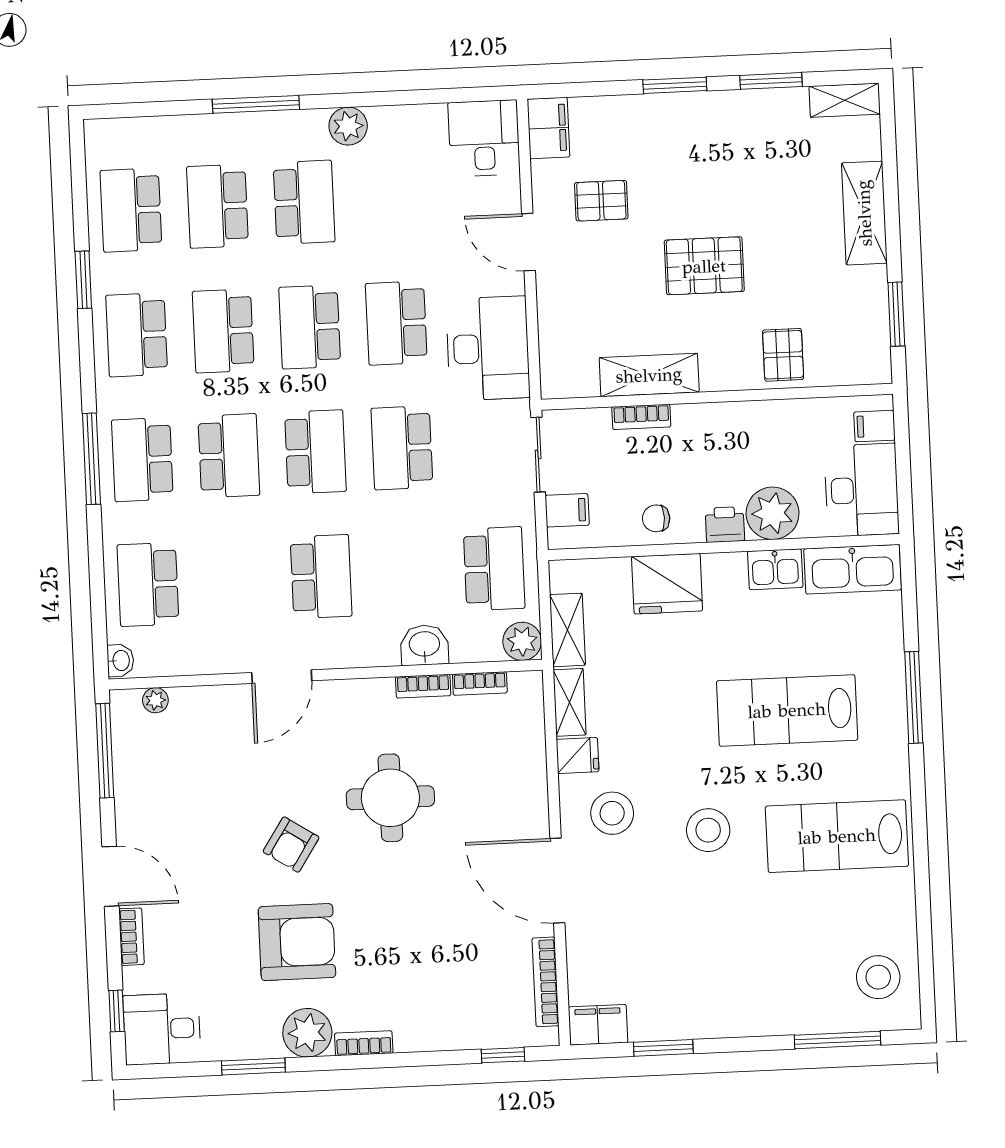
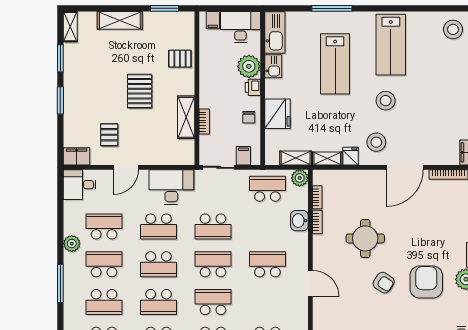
school desk: (391, 198) -> (104, 226), added

